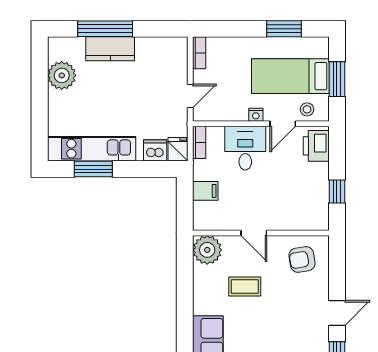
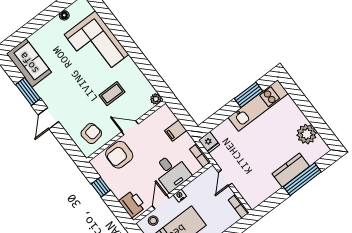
dishwasher: (155, 150) -> (222, 132), removed
armchair: (289, 212) -> (119, 155), added
plant: (207, 250) -> (156, 99), width x0.53, depth x0.53

